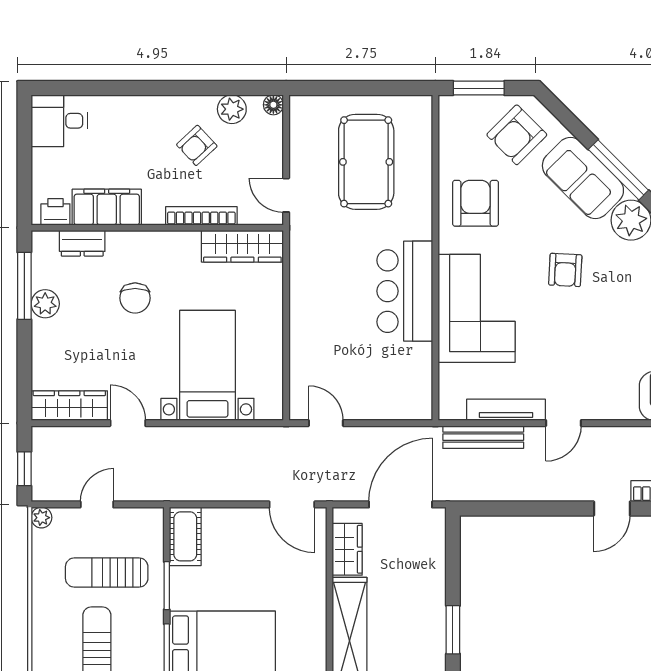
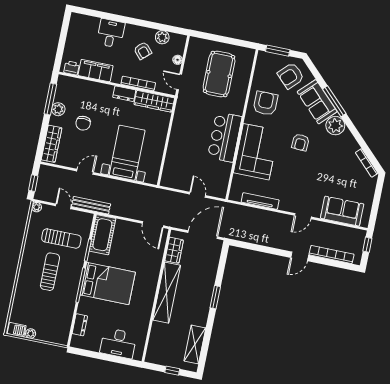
floor lamp: (273, 105) -> (178, 60), moved
desk: (59, 121) -> (111, 33), moved, turned 90
armchair: (197, 145) -> (143, 51), turned -89
dresser: (82, 243) -> (124, 94), moved
chair: (135, 298) -> (83, 123), moved
wardrobe: (69, 406) -> (52, 144), moved, turned 90
door: (128, 423) -> (85, 172), hinge flipped
door: (326, 423) -> (197, 195), moved
door: (563, 423) -> (303, 216), moved
bench: (483, 437) -> (91, 205), moved
door: (97, 504) -> (63, 206), hinge flipped
cot: (185, 536) -> (102, 235), width x1.37, depth x1.34
sun lounger: (107, 573) -> (61, 238), turned 180

